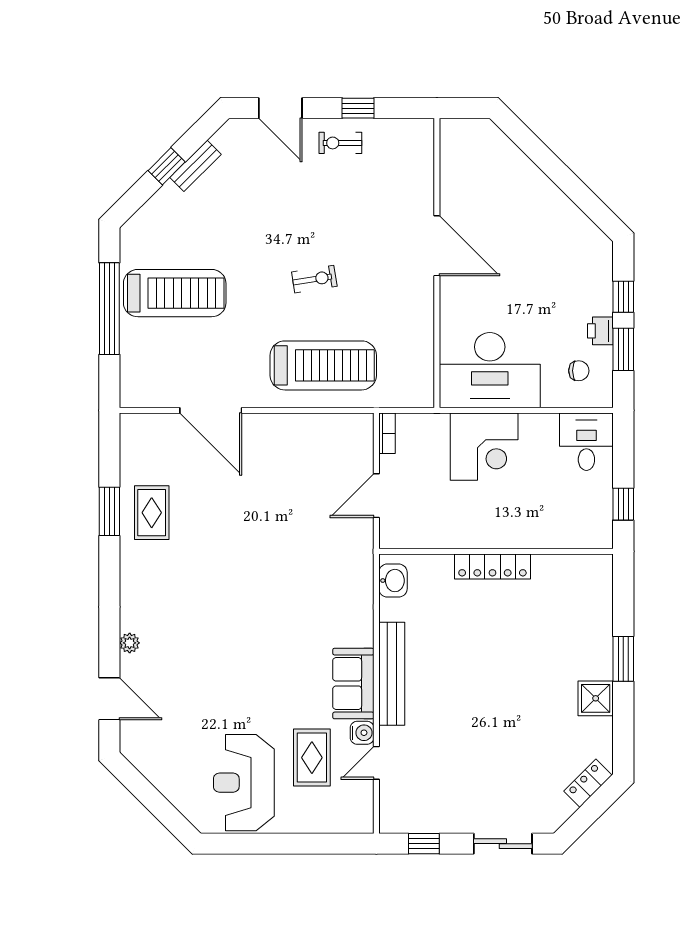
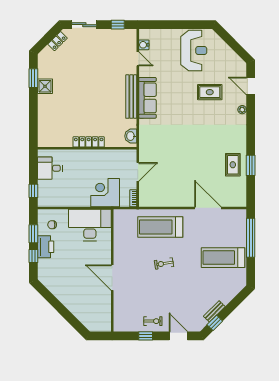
window: (167, 166) -> (215, 323), moved
window: (109, 309) -> (251, 238), moved
printer: (600, 331) -> (46, 247), width x1.87, depth x1.48
desk: (586, 442) -> (50, 168), moved, turned 90
corner desk: (484, 447) -> (105, 193), moved
window: (623, 504) -> (33, 191), moved
window: (623, 659) -> (33, 78), moved
sofa: (353, 684) -> (148, 98), width x1.36
water cooler: (362, 733) -> (144, 45), moved
rug: (312, 758) -> (210, 92), moved, turned 90
door: (376, 763) -> (138, 59), hinge flipped
locker: (588, 783) -> (57, 41), moved

